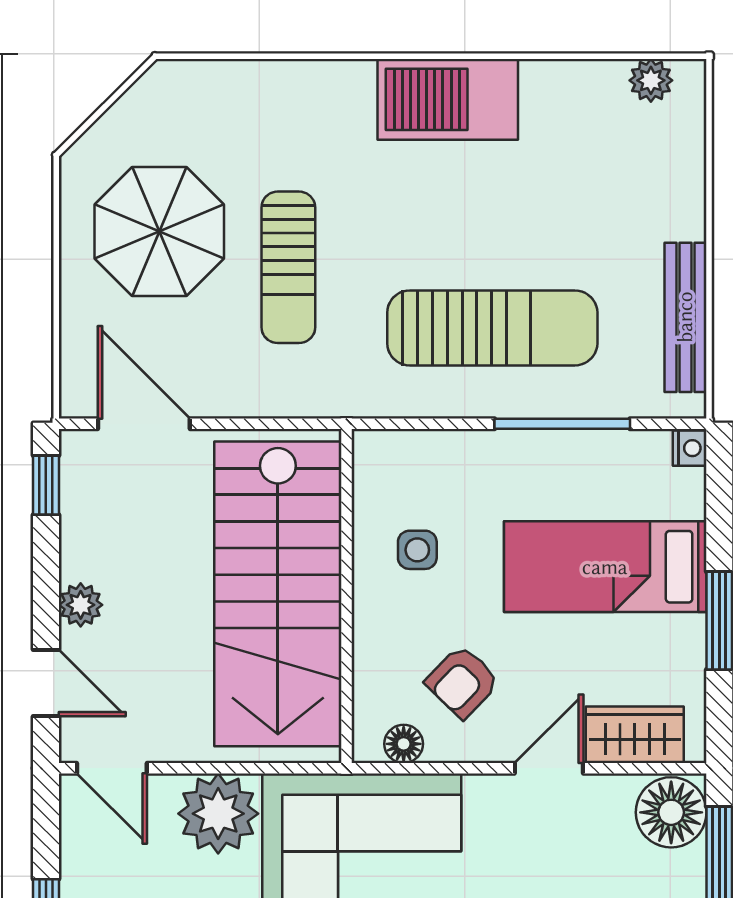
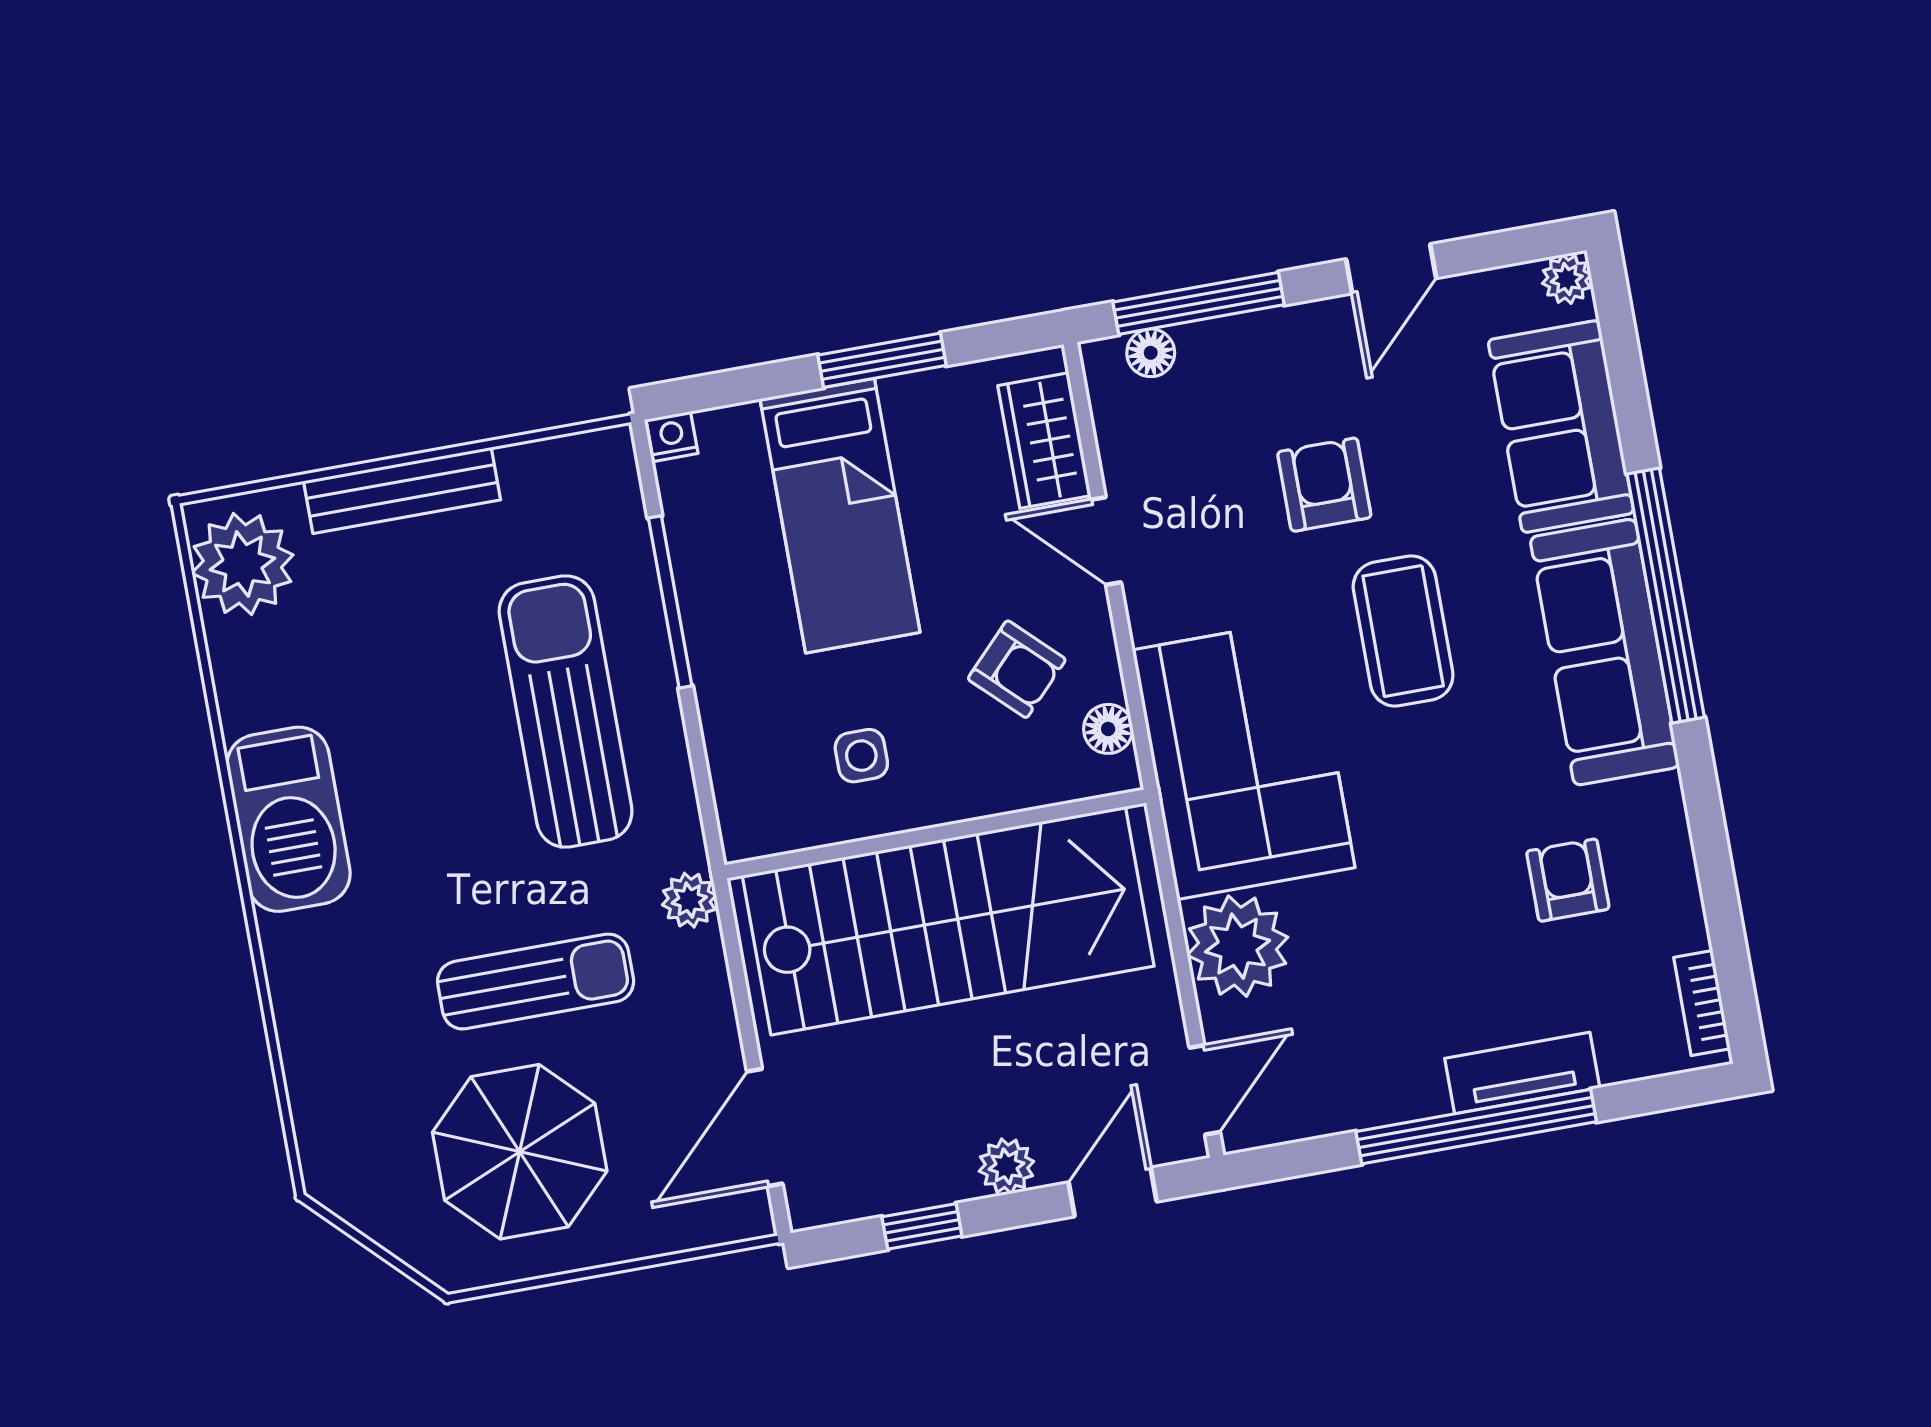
plant: (651, 80) -> (242, 564), width x1.88, depth x1.88
bench: (685, 317) -> (402, 490), moved
plant: (330, 397) -> (689, 900), added
window: (46, 485) -> (922, 1226), moved
floor lamp: (671, 812) -> (1151, 353), width x0.53, depth x0.53

